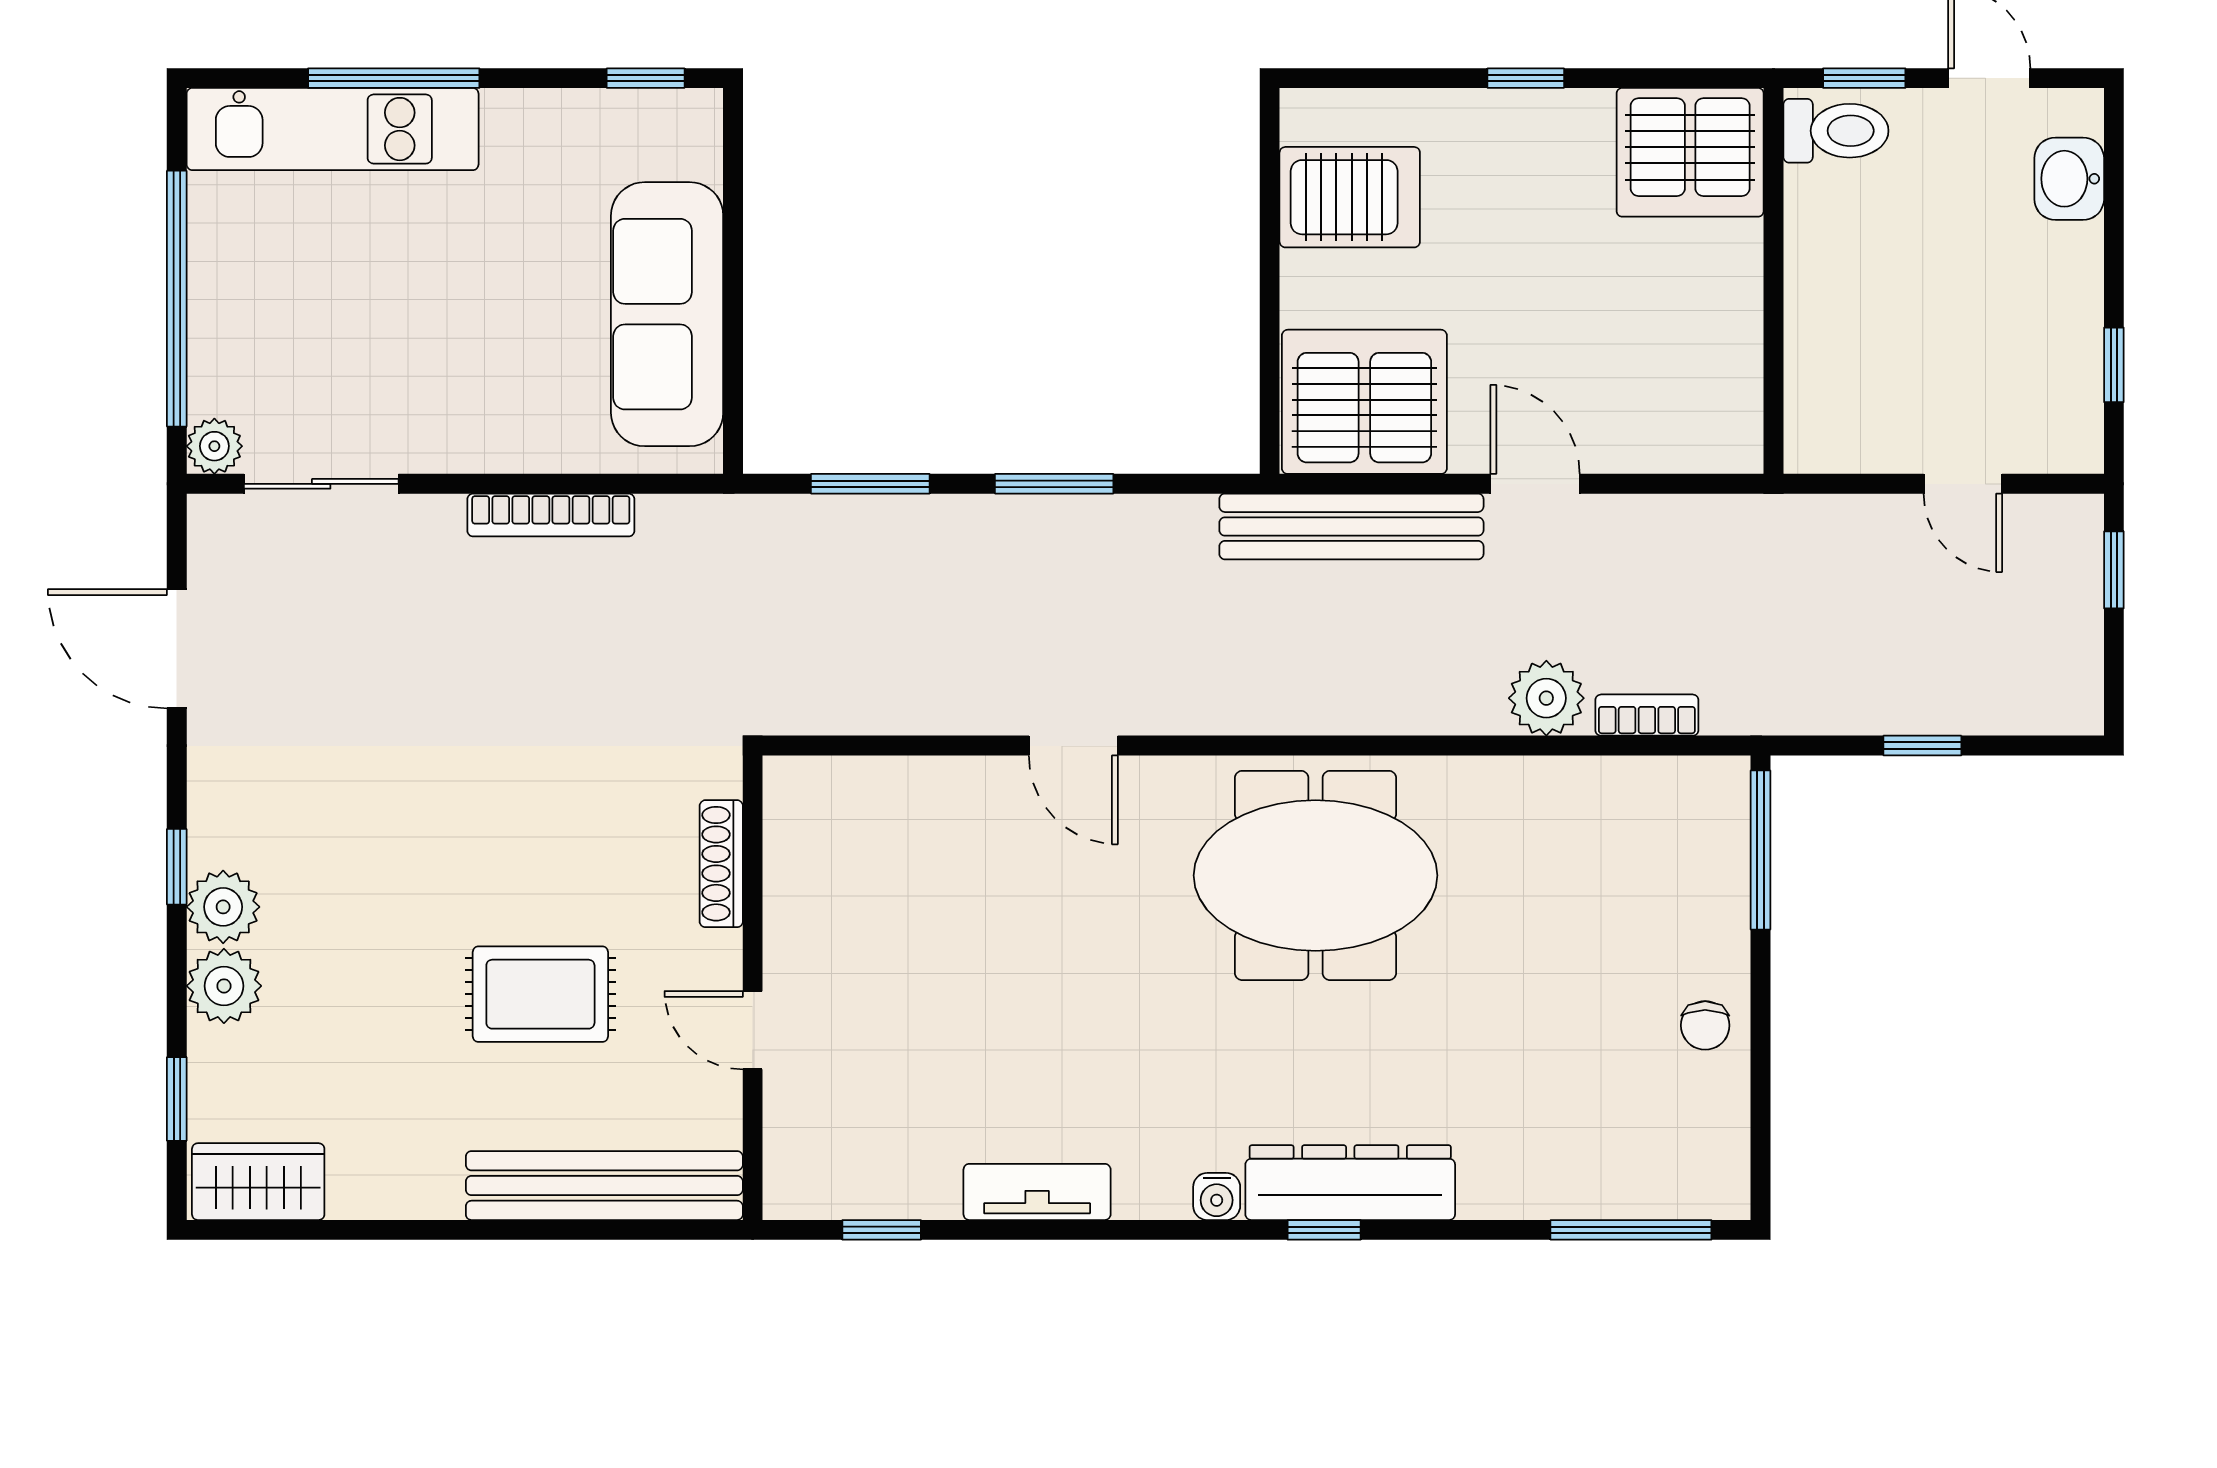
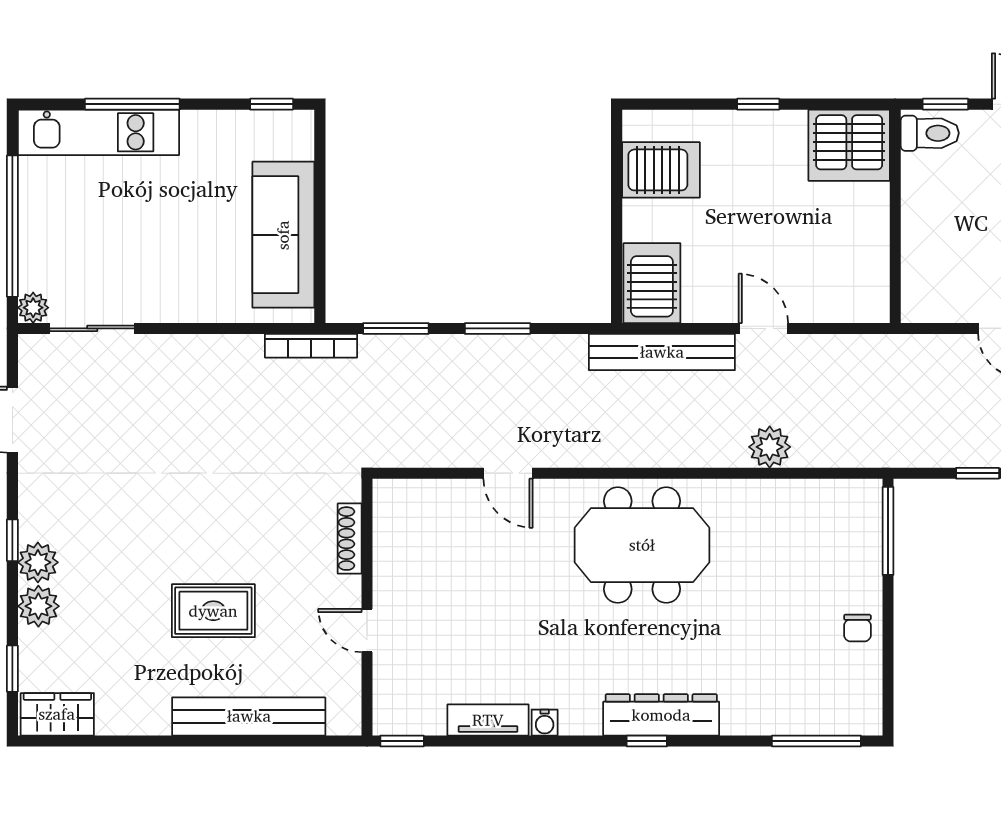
server rack: (1364, 402) -> (652, 283), width x0.62
bookcase: (551, 515) -> (311, 346), moved
bookcase: (1647, 715) -> (825, 456), removed
shoe rack: (721, 864) -> (350, 539), moved
wall: (753, 988) -> (367, 607), moved
door: (753, 1030) -> (367, 631), moved
water cooler: (1217, 1196) -> (545, 723), moved

